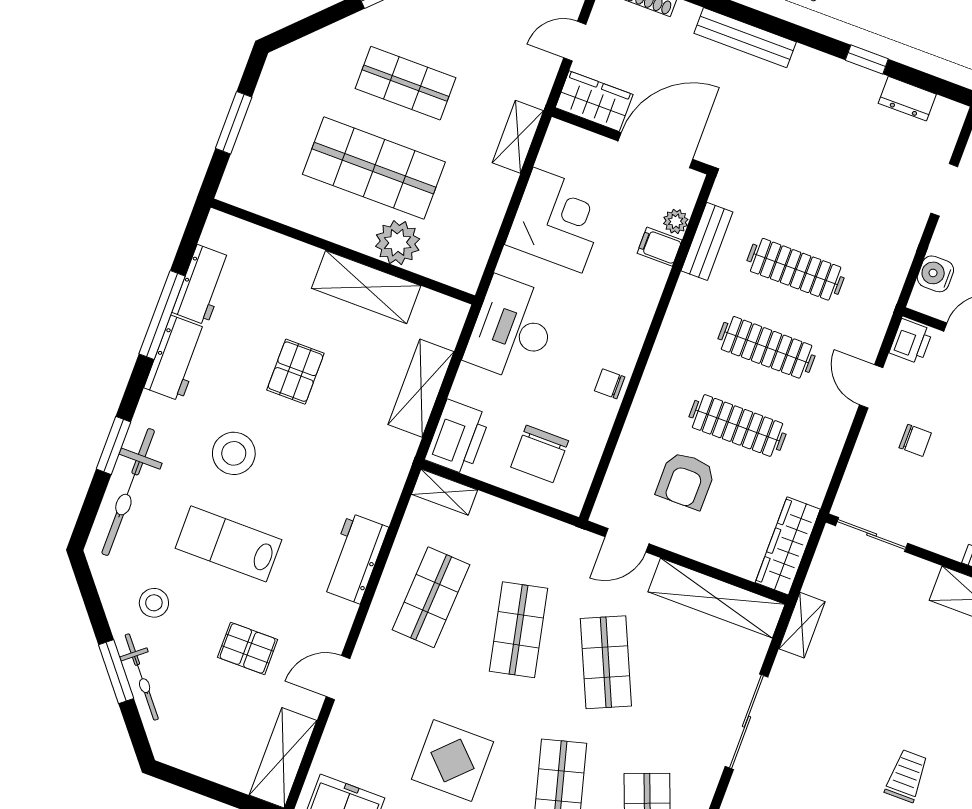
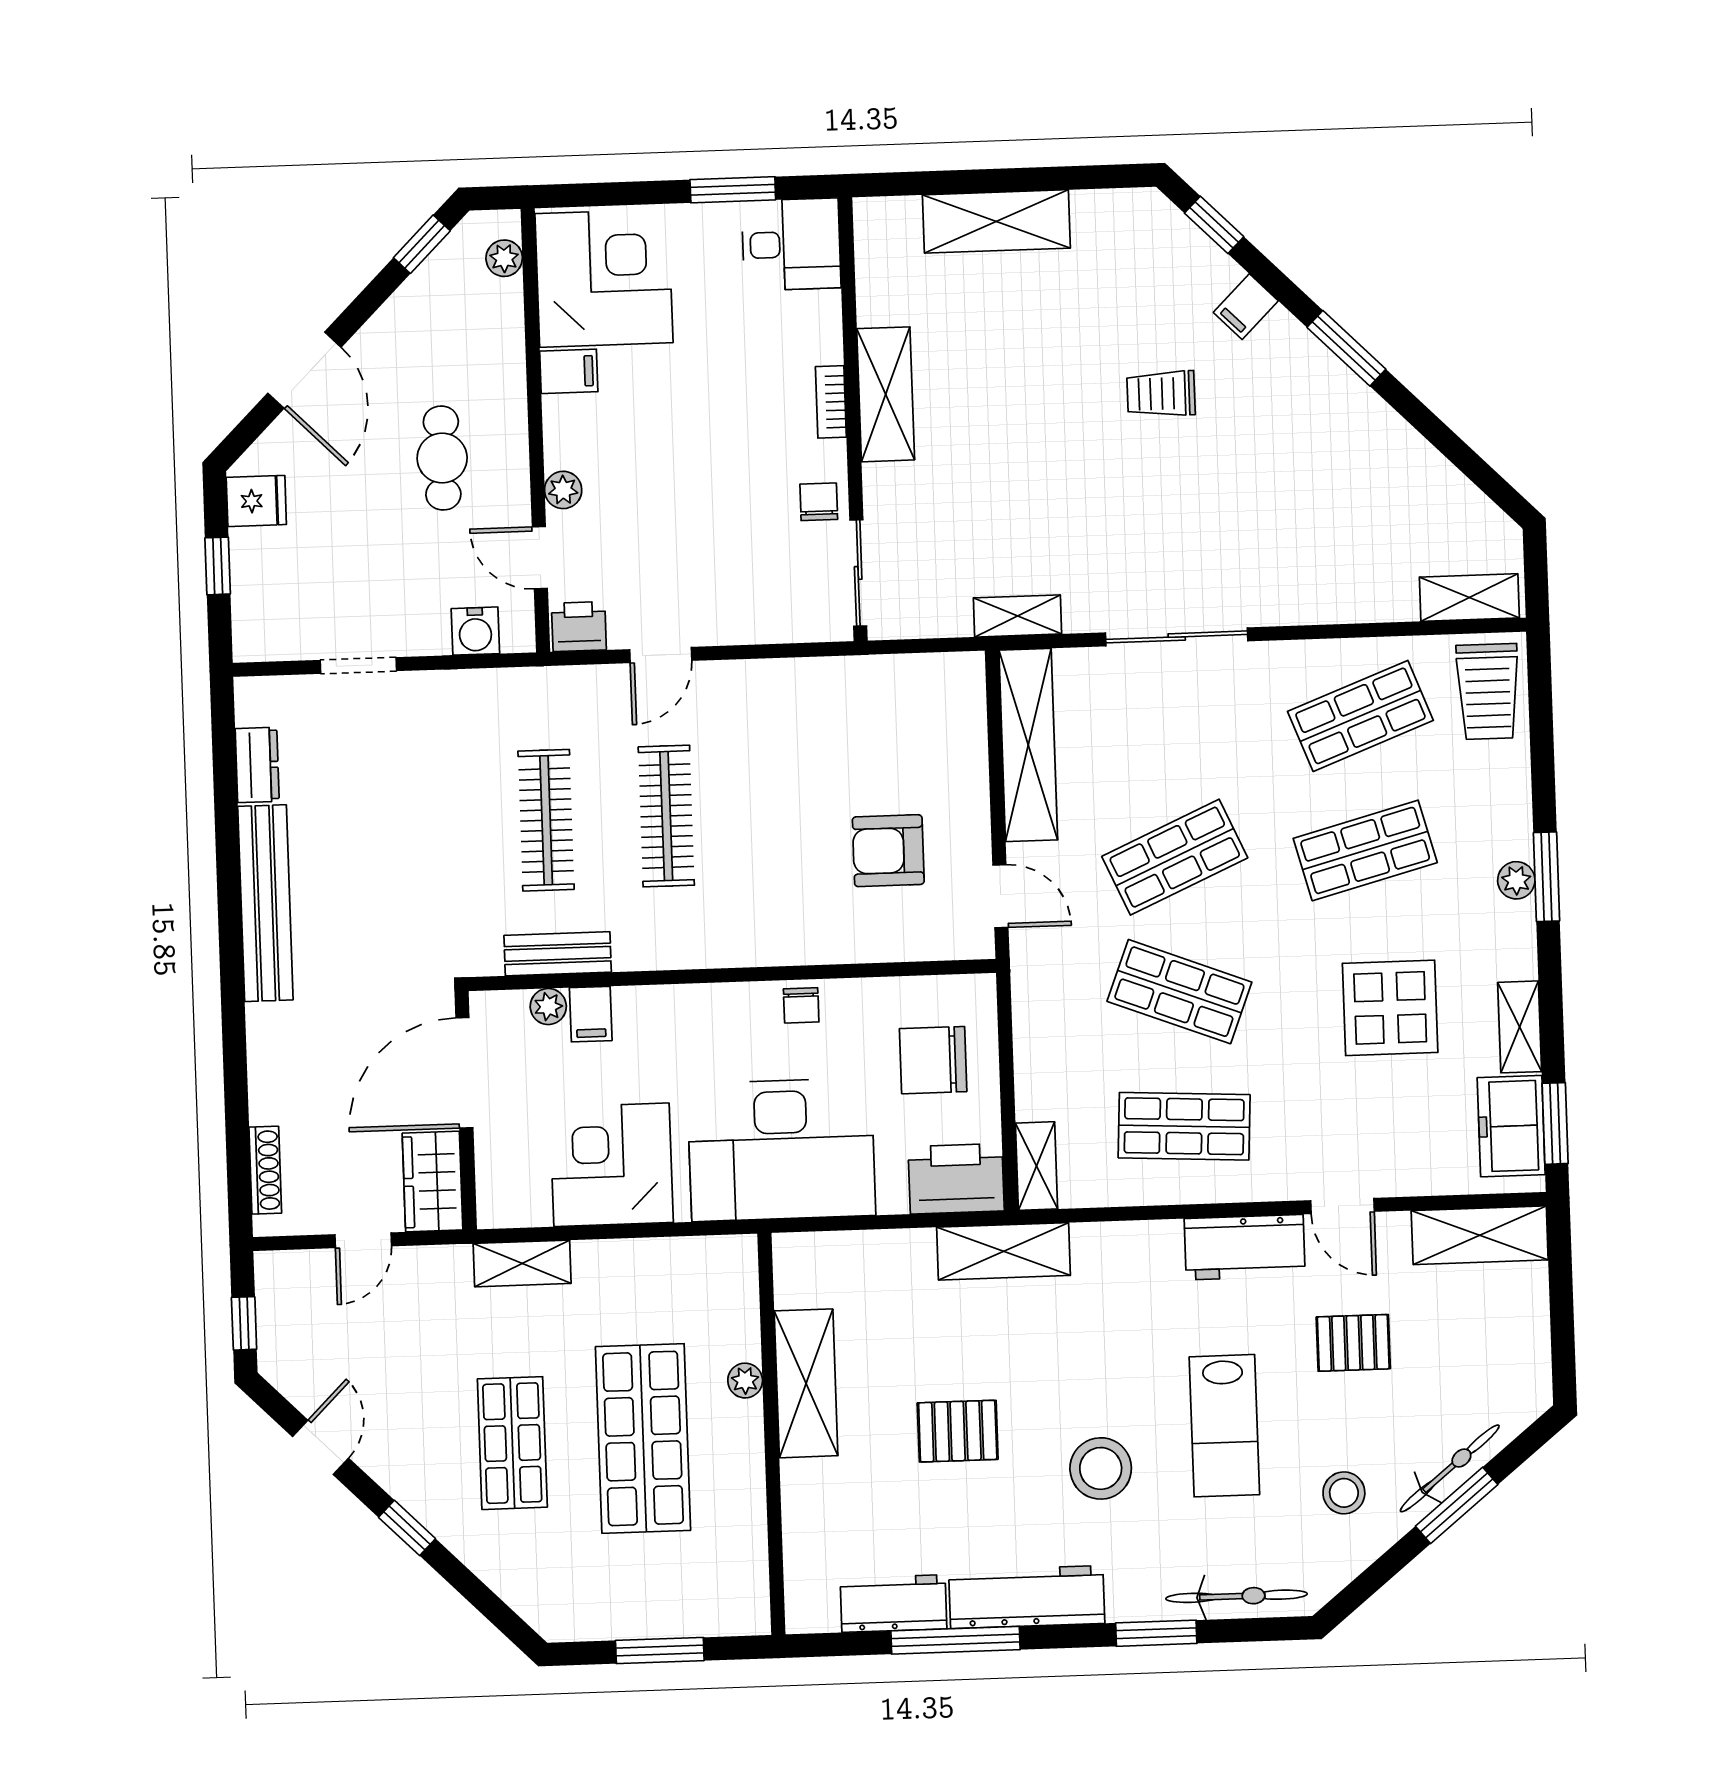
bench: (745, 38) -> (265, 903), moved, width x1.37, depth x1.21
door: (575, 41) -> (363, 1240), hinge flipped
window: (867, 60) -> (227, 841), removed
door: (655, 150) -> (464, 1073), hinge flipped
plant: (398, 243) -> (745, 1381), width x0.53, depth x0.53
desk: (512, 329) -> (781, 1150), width x1.36, depth x1.30
workbench: (176, 358) -> (1027, 1597), width x1.38
shelving: (421, 388) -> (1003, 1251), moved
clothes rail: (737, 425) -> (786, 812), removed
chair: (915, 440) -> (819, 502), moved
chair: (540, 454) -> (933, 1060), turned 180
armchair: (686, 480) -> (888, 851), turned 180
bicycle: (128, 492) -> (1237, 1596), width x0.73, depth x0.71
wardrobe: (788, 546) -> (919, 679), removed
workbench: (355, 558) -> (1245, 1247), moved
shop shelf: (518, 630) -> (1179, 992), turned 33
pallet: (248, 648) -> (1353, 1343), turned 90

